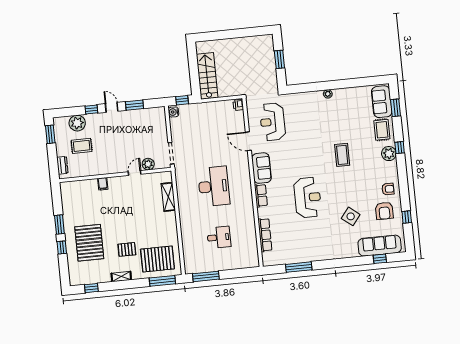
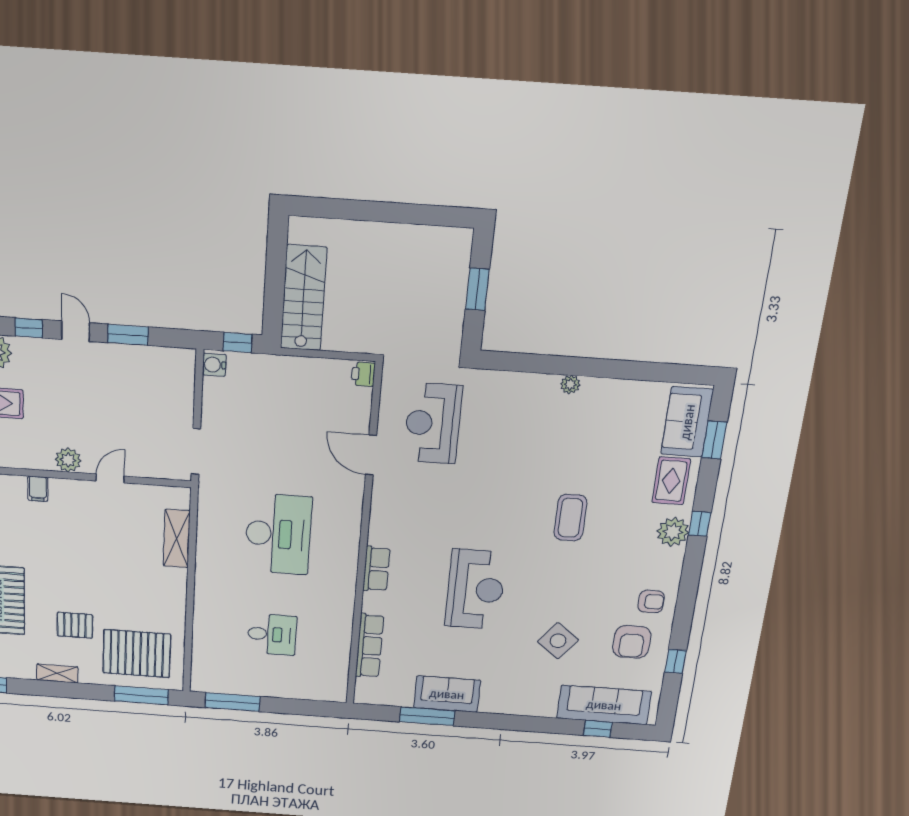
plant: (148, 164) -> (68, 460), moved
sofa: (261, 168) -> (447, 694), moved, turned -90

